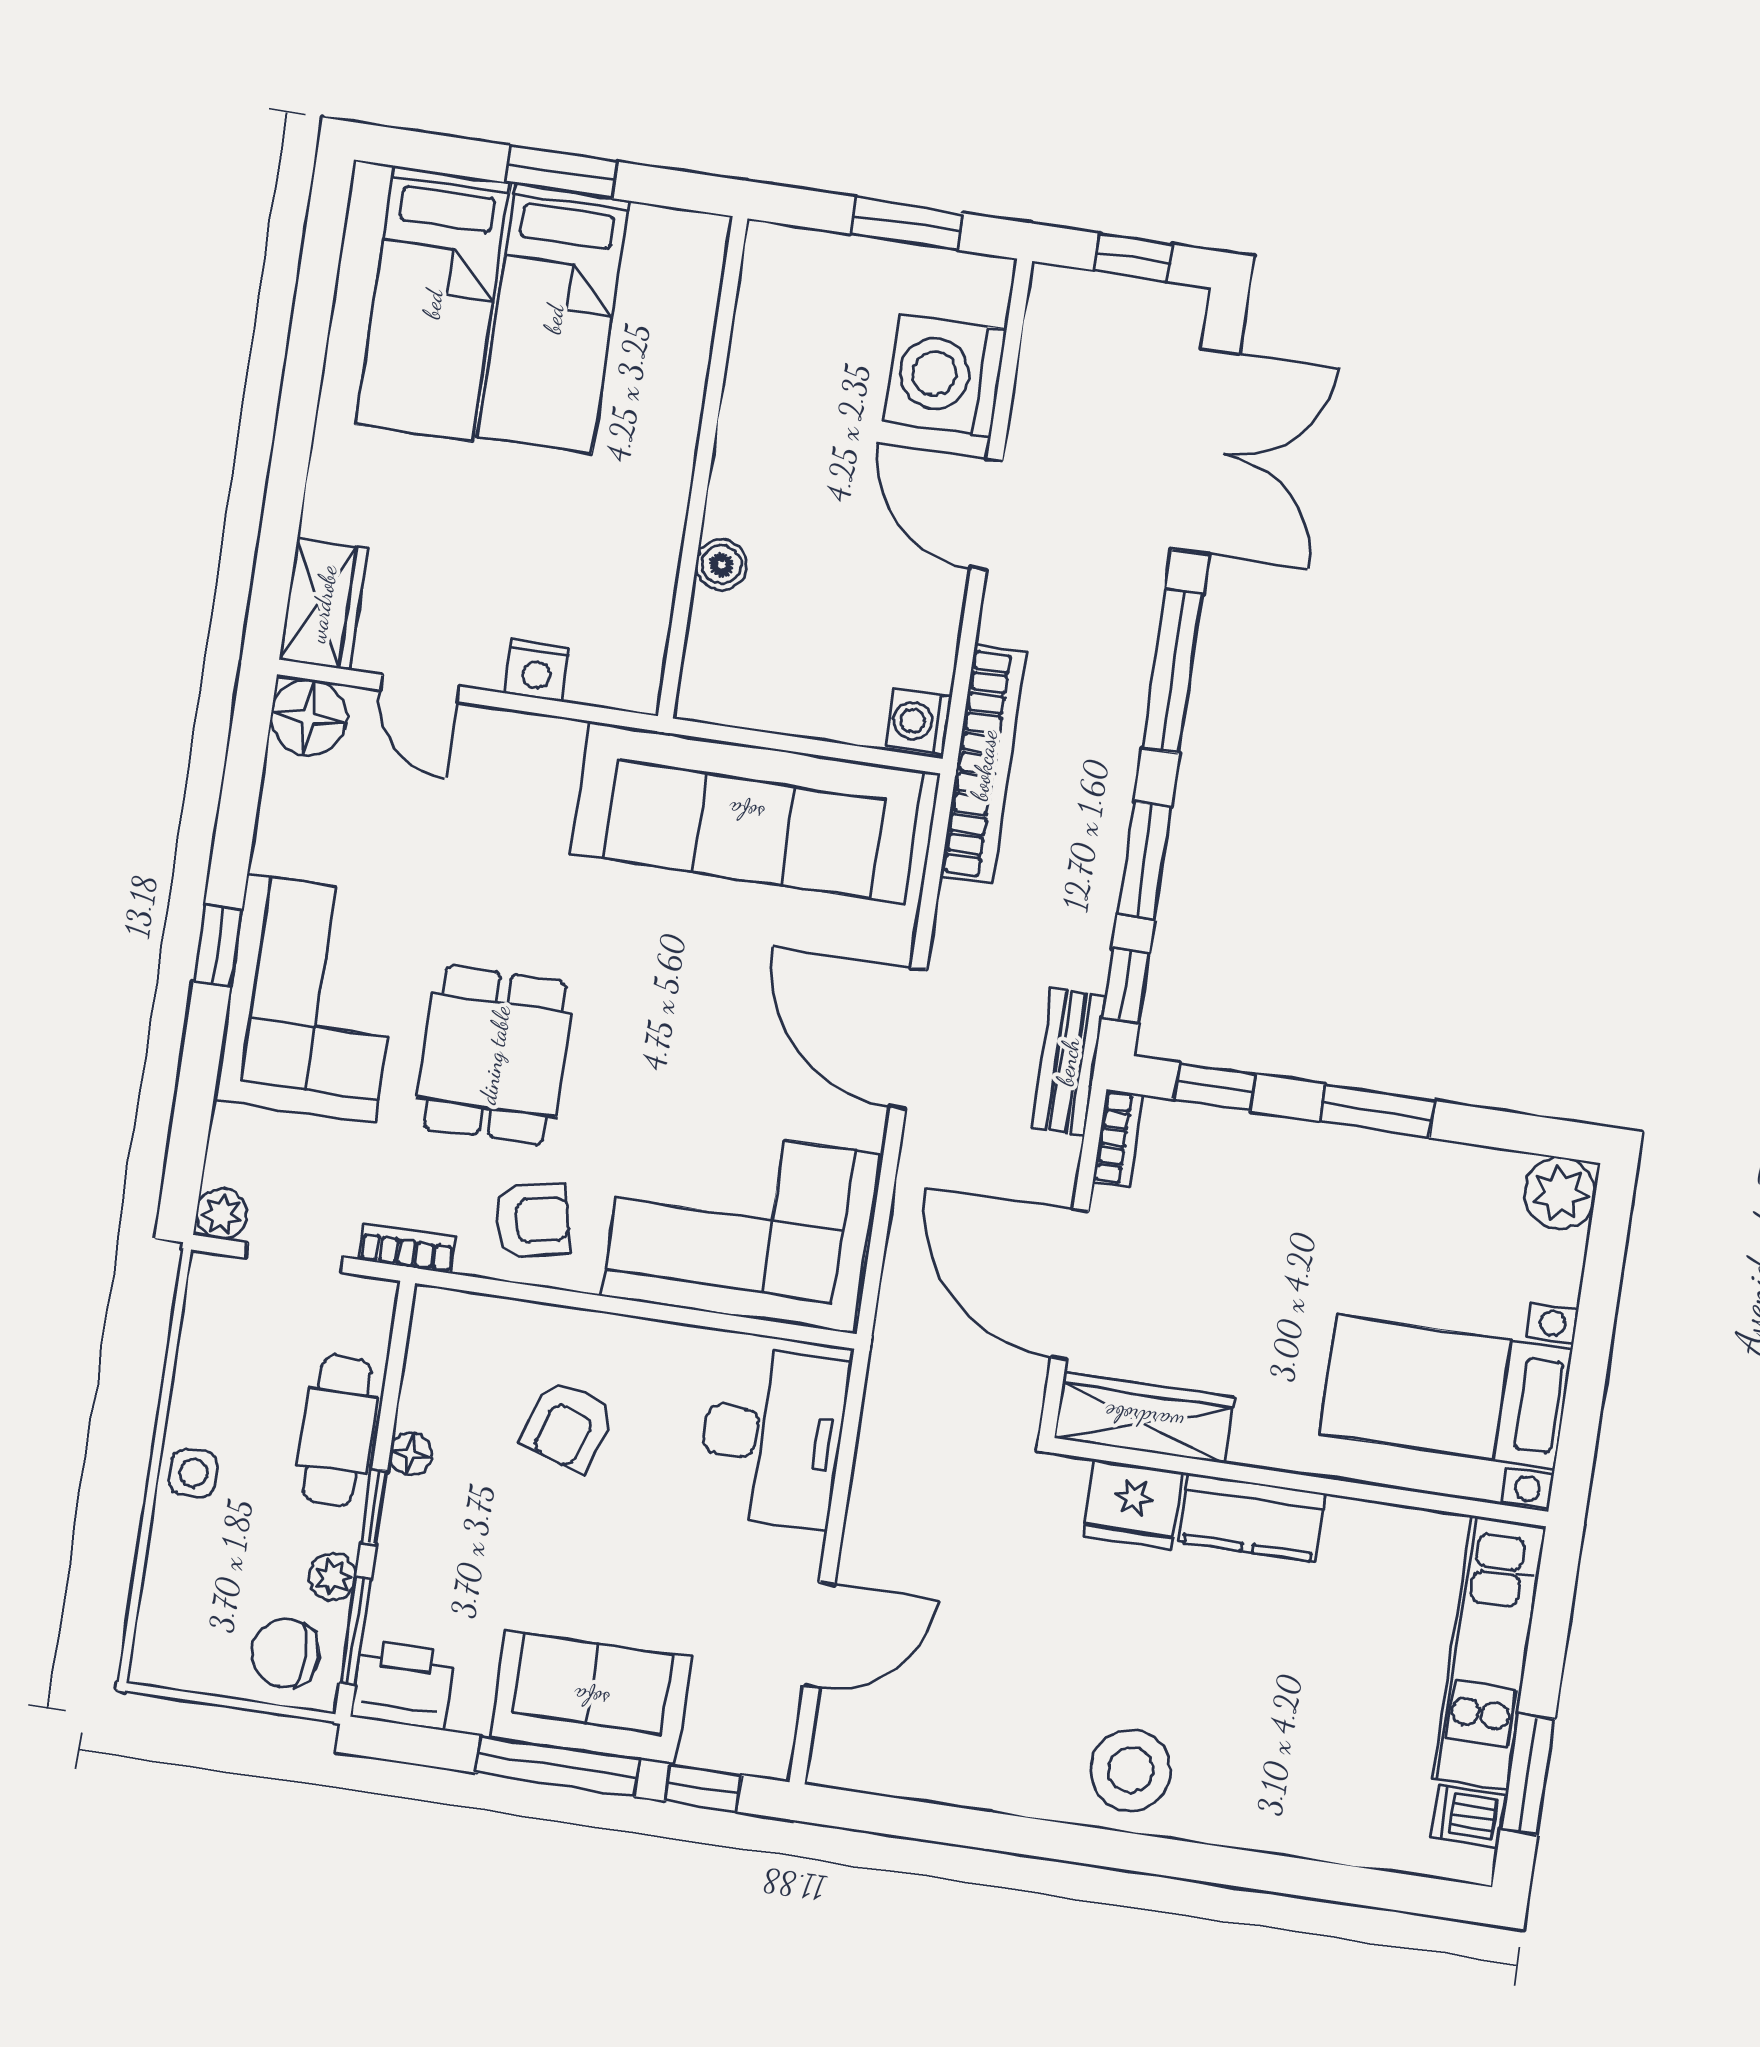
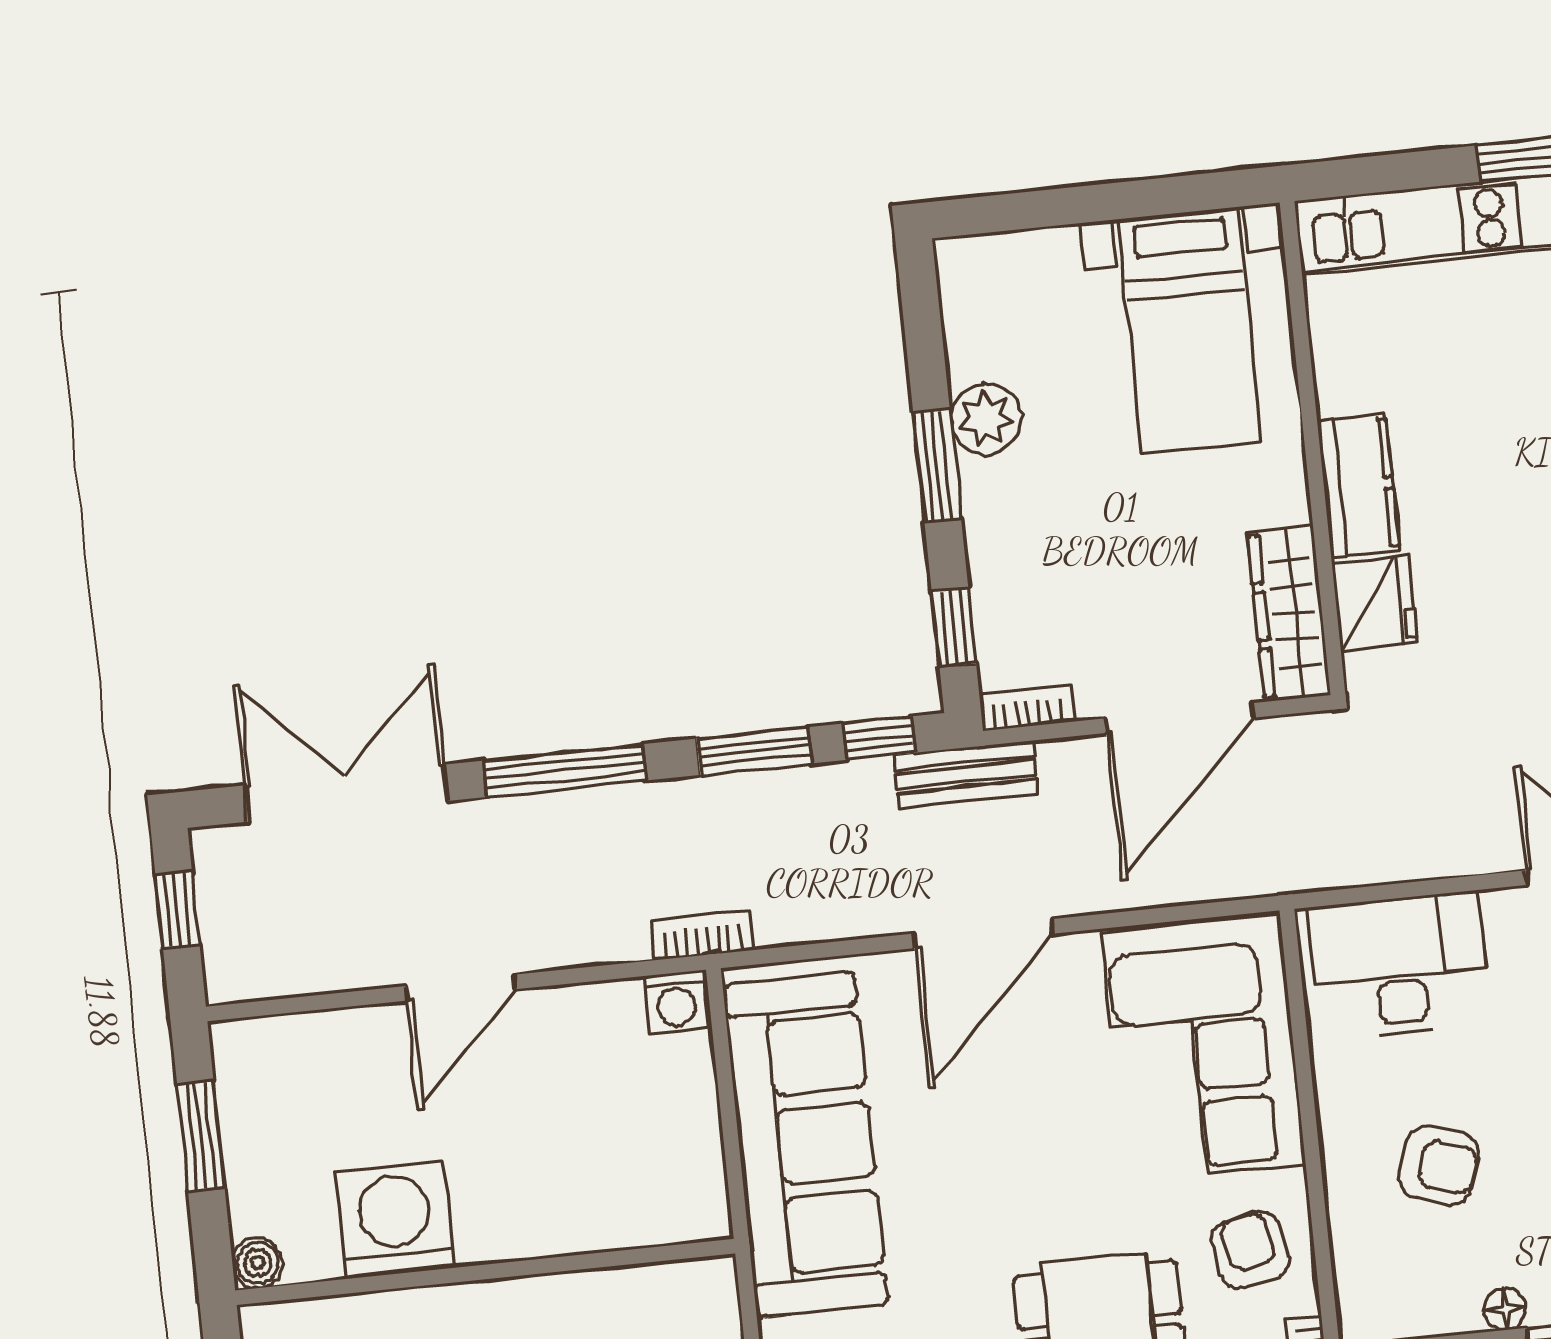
washing machine: (945, 375) -> (395, 1220), moved, turned 180
boiler: (721, 565) -> (258, 1263), moved
bookcase: (984, 765) -> (702, 935), width x0.43, depth x0.76
plant: (1560, 1193) -> (986, 419), moved

